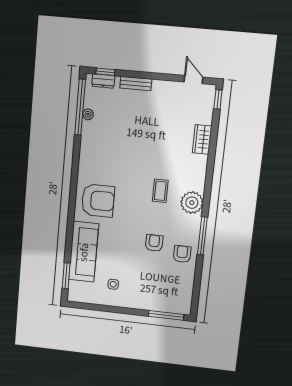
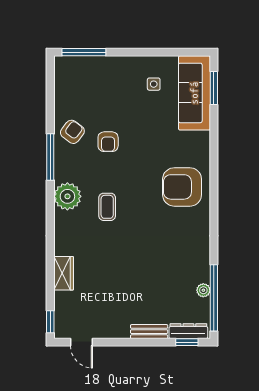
dresser: (103, 81) -> (188, 331), width x1.44
sofa: (84, 252) -> (194, 93), moved
armchair: (182, 254) -> (72, 132), turned -143

